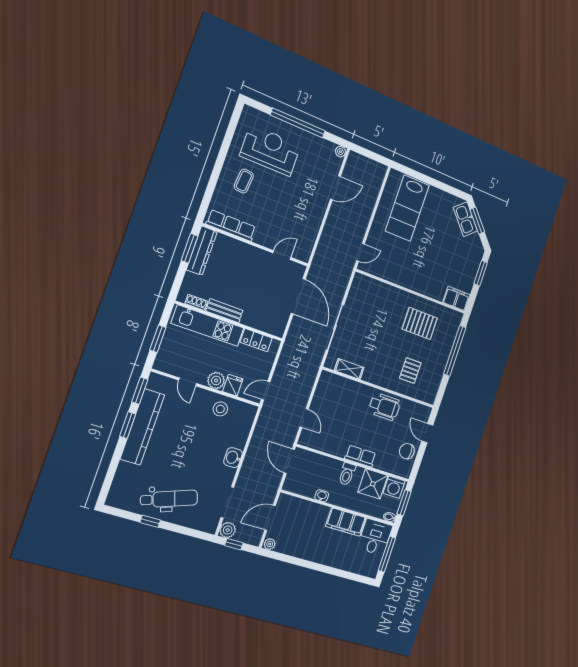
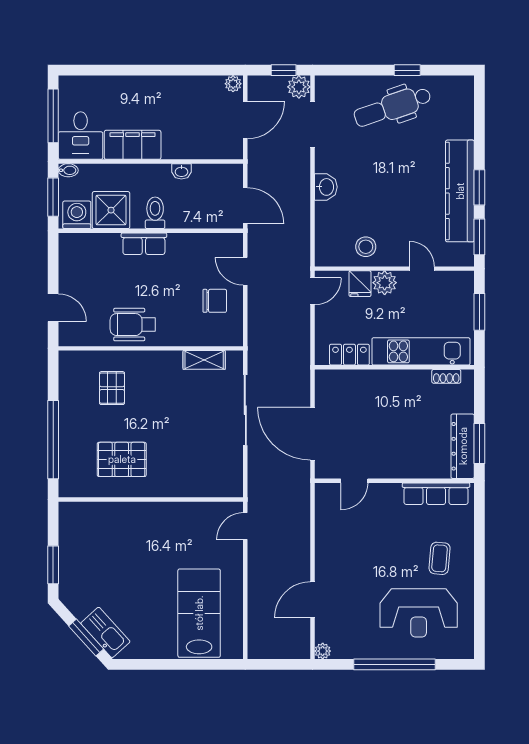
filing cabinet: (456, 299) -> (78, 515), removed
bench: (224, 311) -> (406, 379), removed
chair: (407, 451) -> (215, 301), moved

